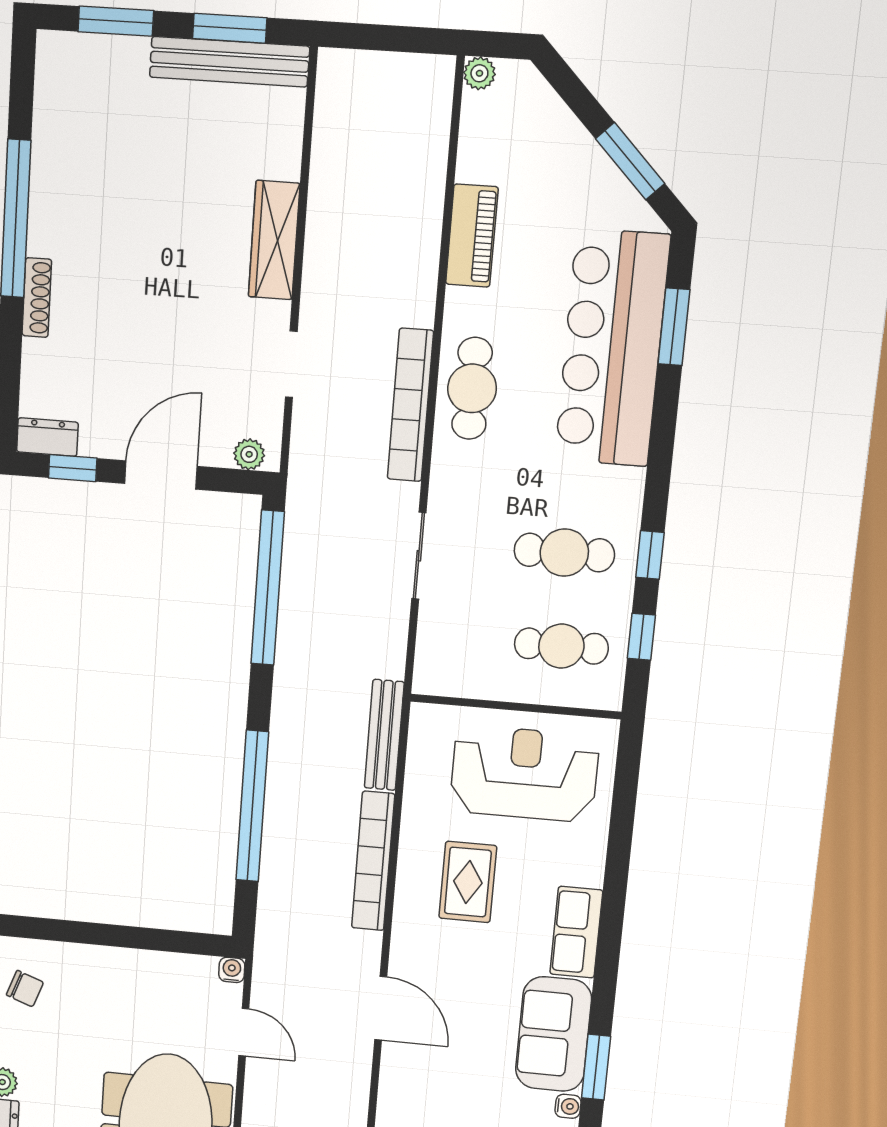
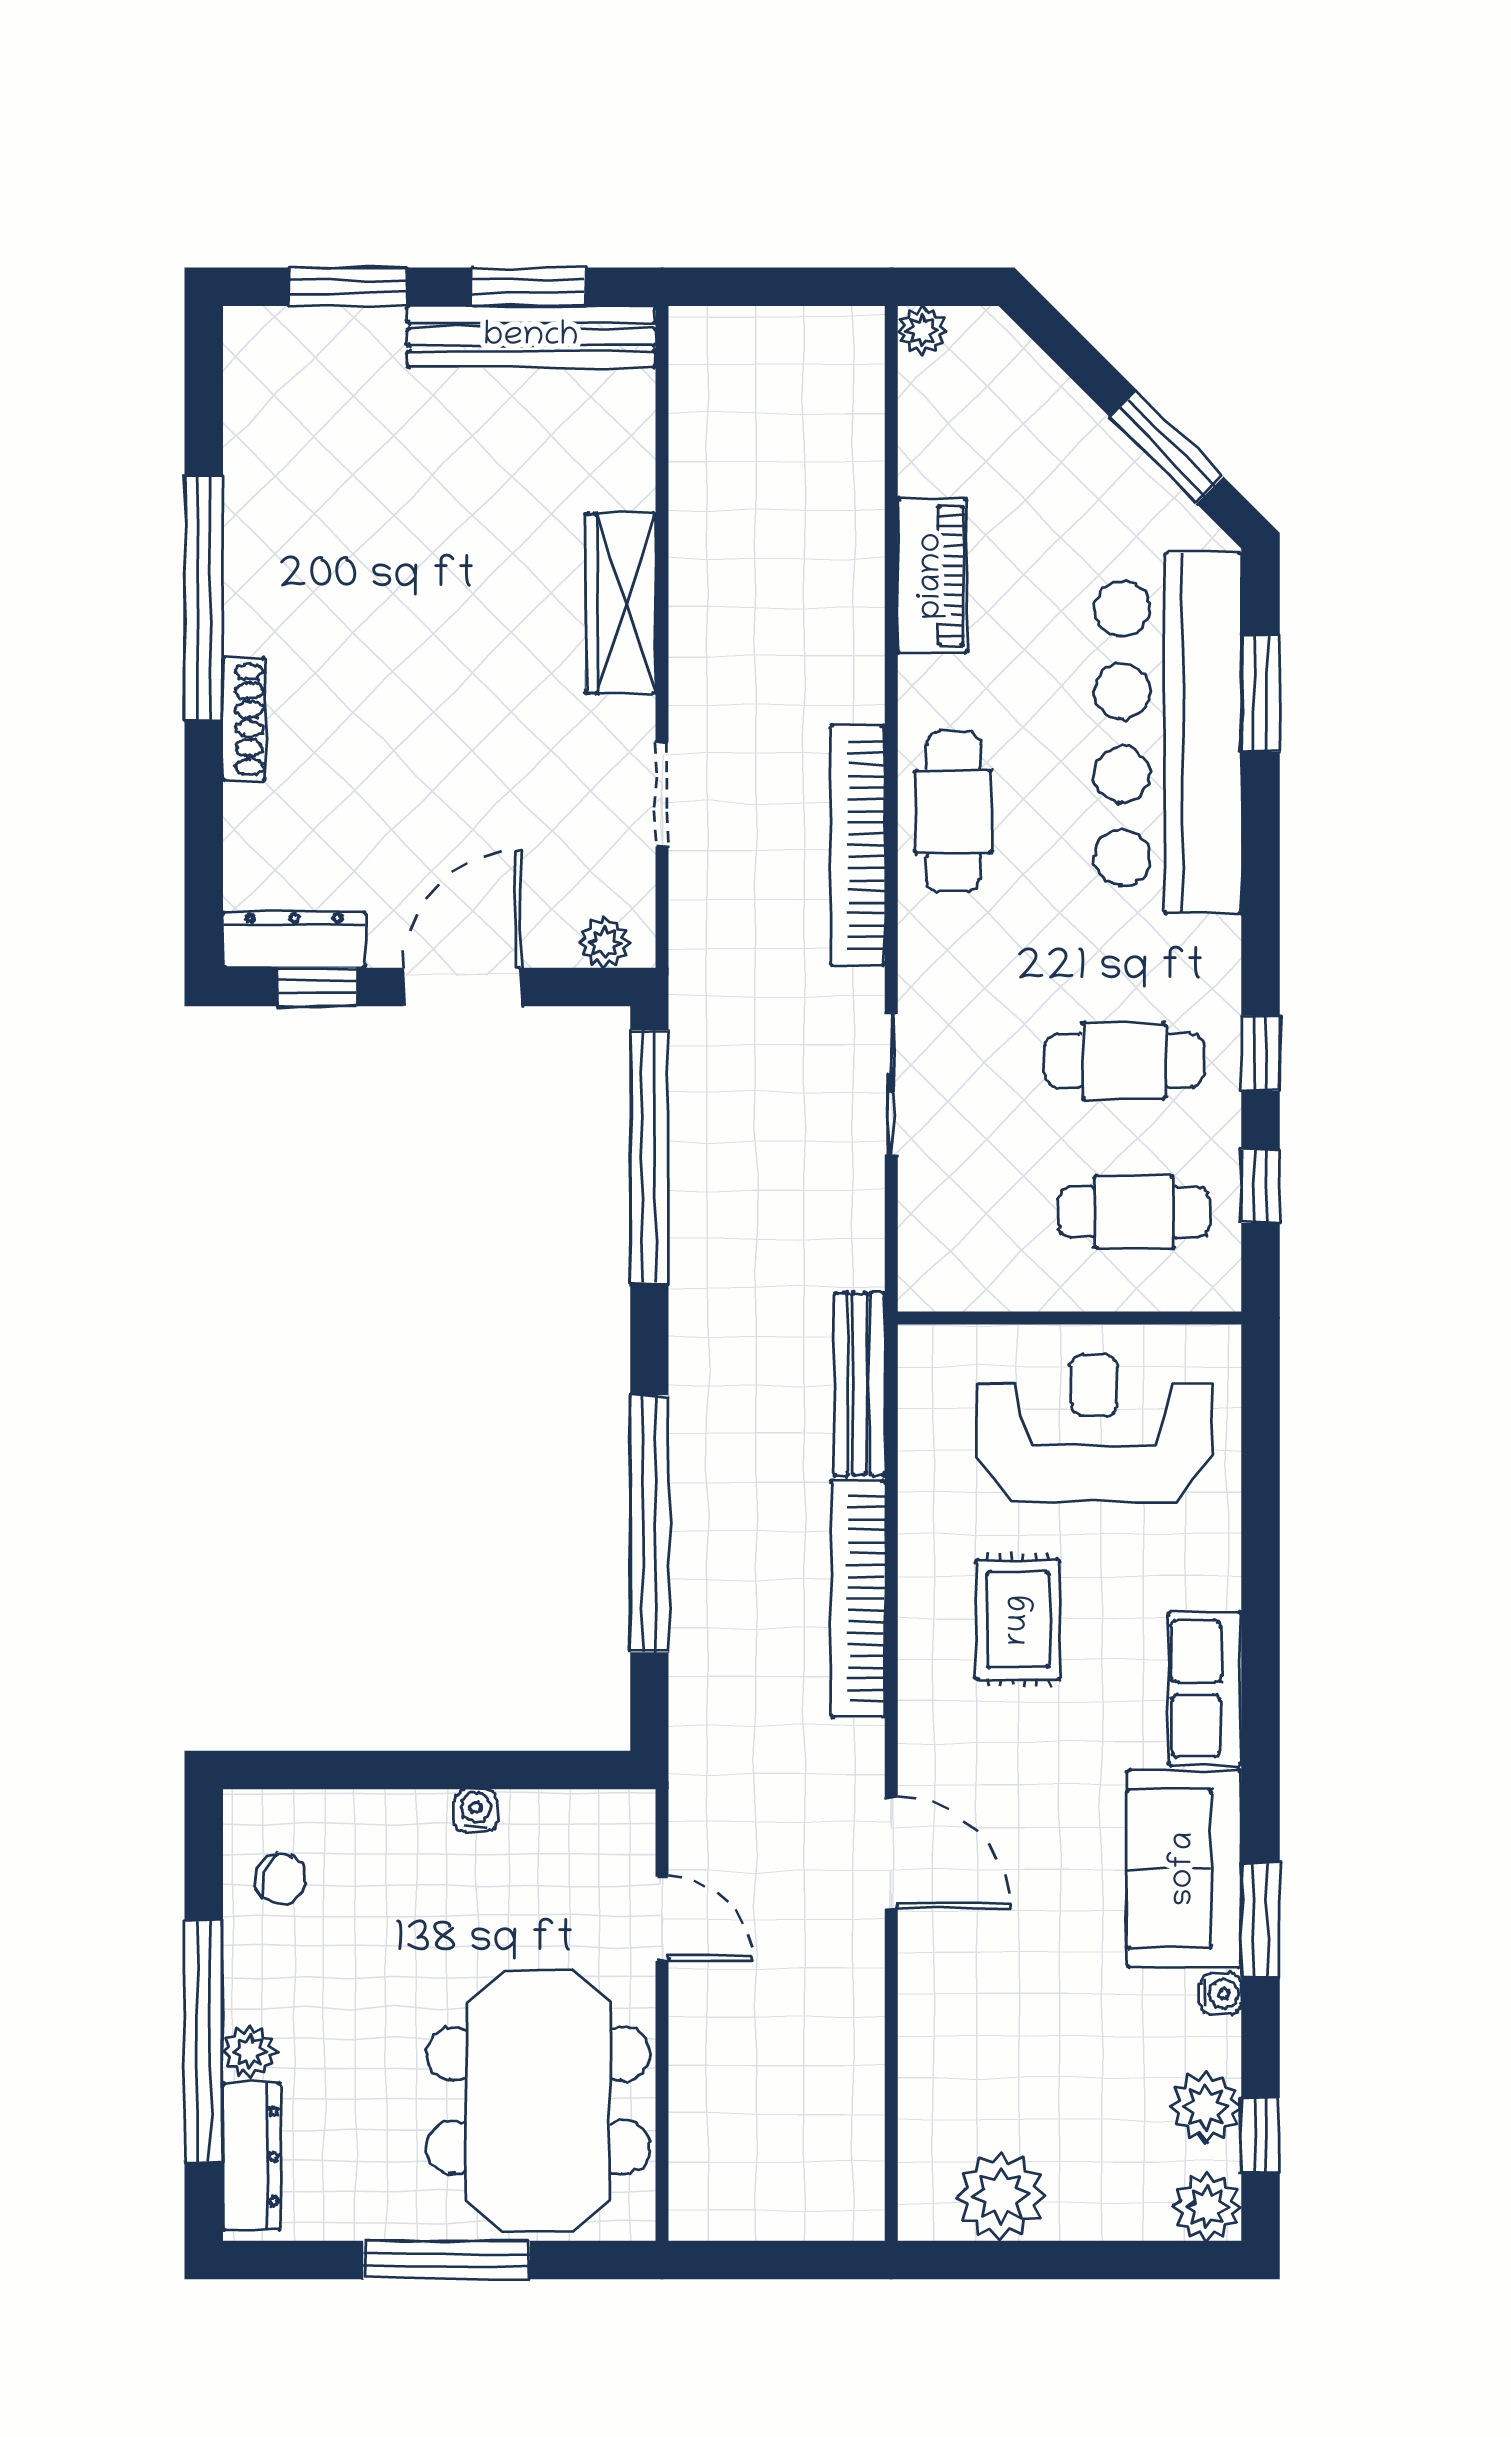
dresser: (47, 437) -> (294, 940), width x1.44
water cooler: (232, 970) -> (476, 1811), moved

